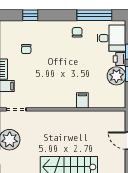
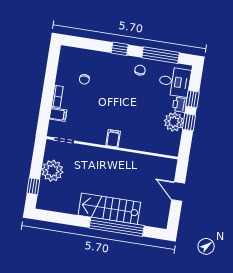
window: (30, 15) -> (120, 49), moved
filing cabinet: (82, 100) -> (113, 138), moved

